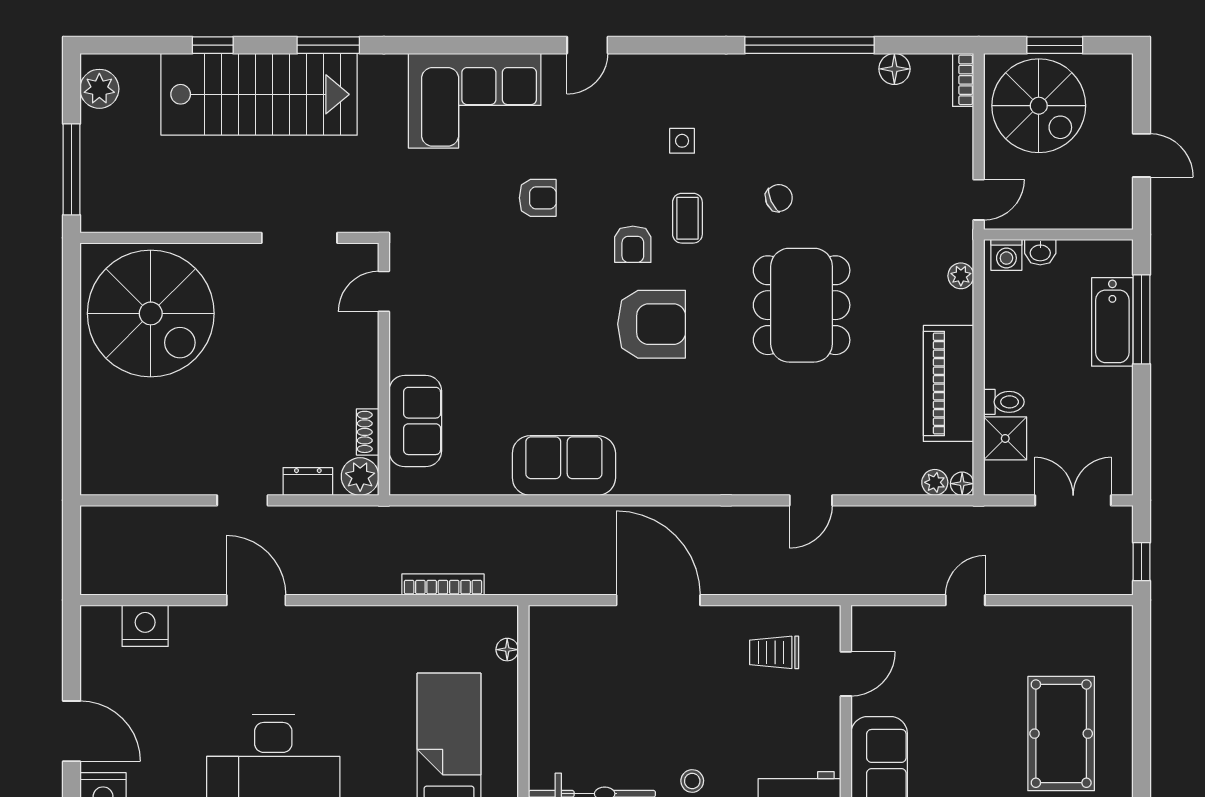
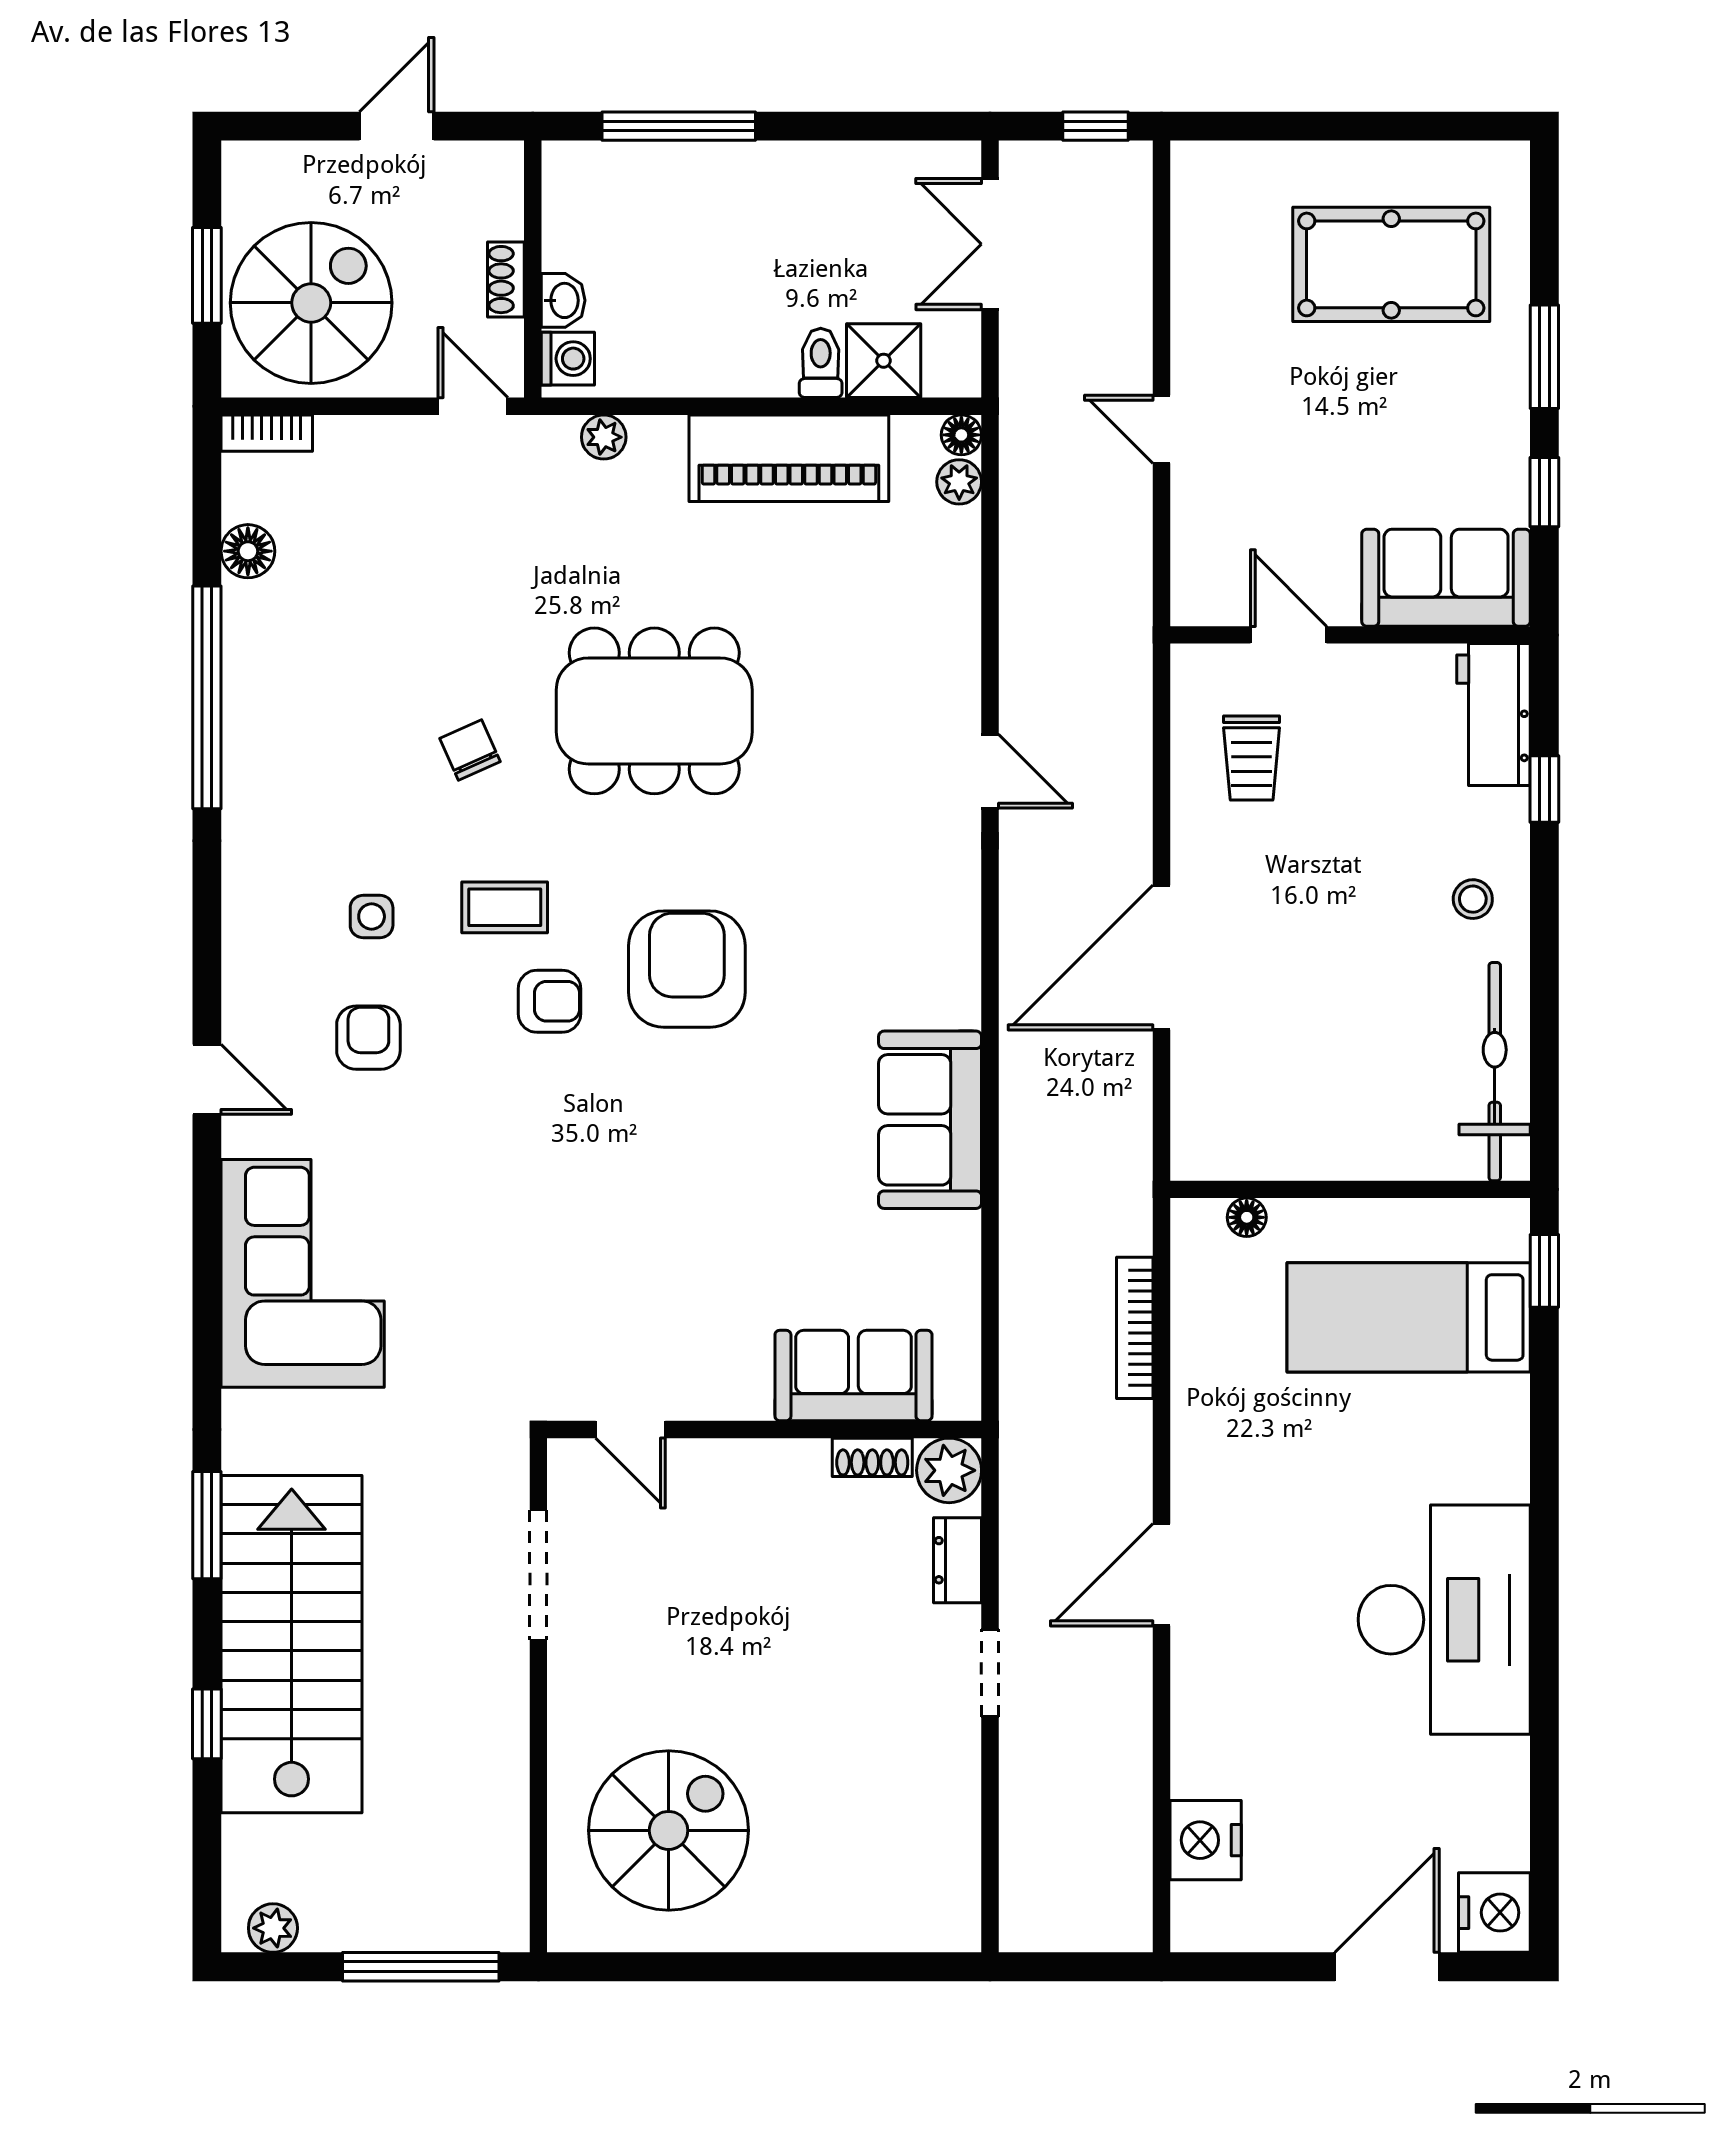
plant: (99, 89) -> (273, 1928), width x0.73, depth x0.73
armchair: (538, 198) -> (368, 1038), moved
shoe rack: (1052, 219) -> (506, 280), added
spiral stairs: (151, 313) -> (669, 1830), width x0.73, depth x0.73
bathtub: (1112, 322) -> (683, 176), removed
door: (811, 500) -> (990, 771), moved
door: (256, 600) -> (1161, 1575), moved

